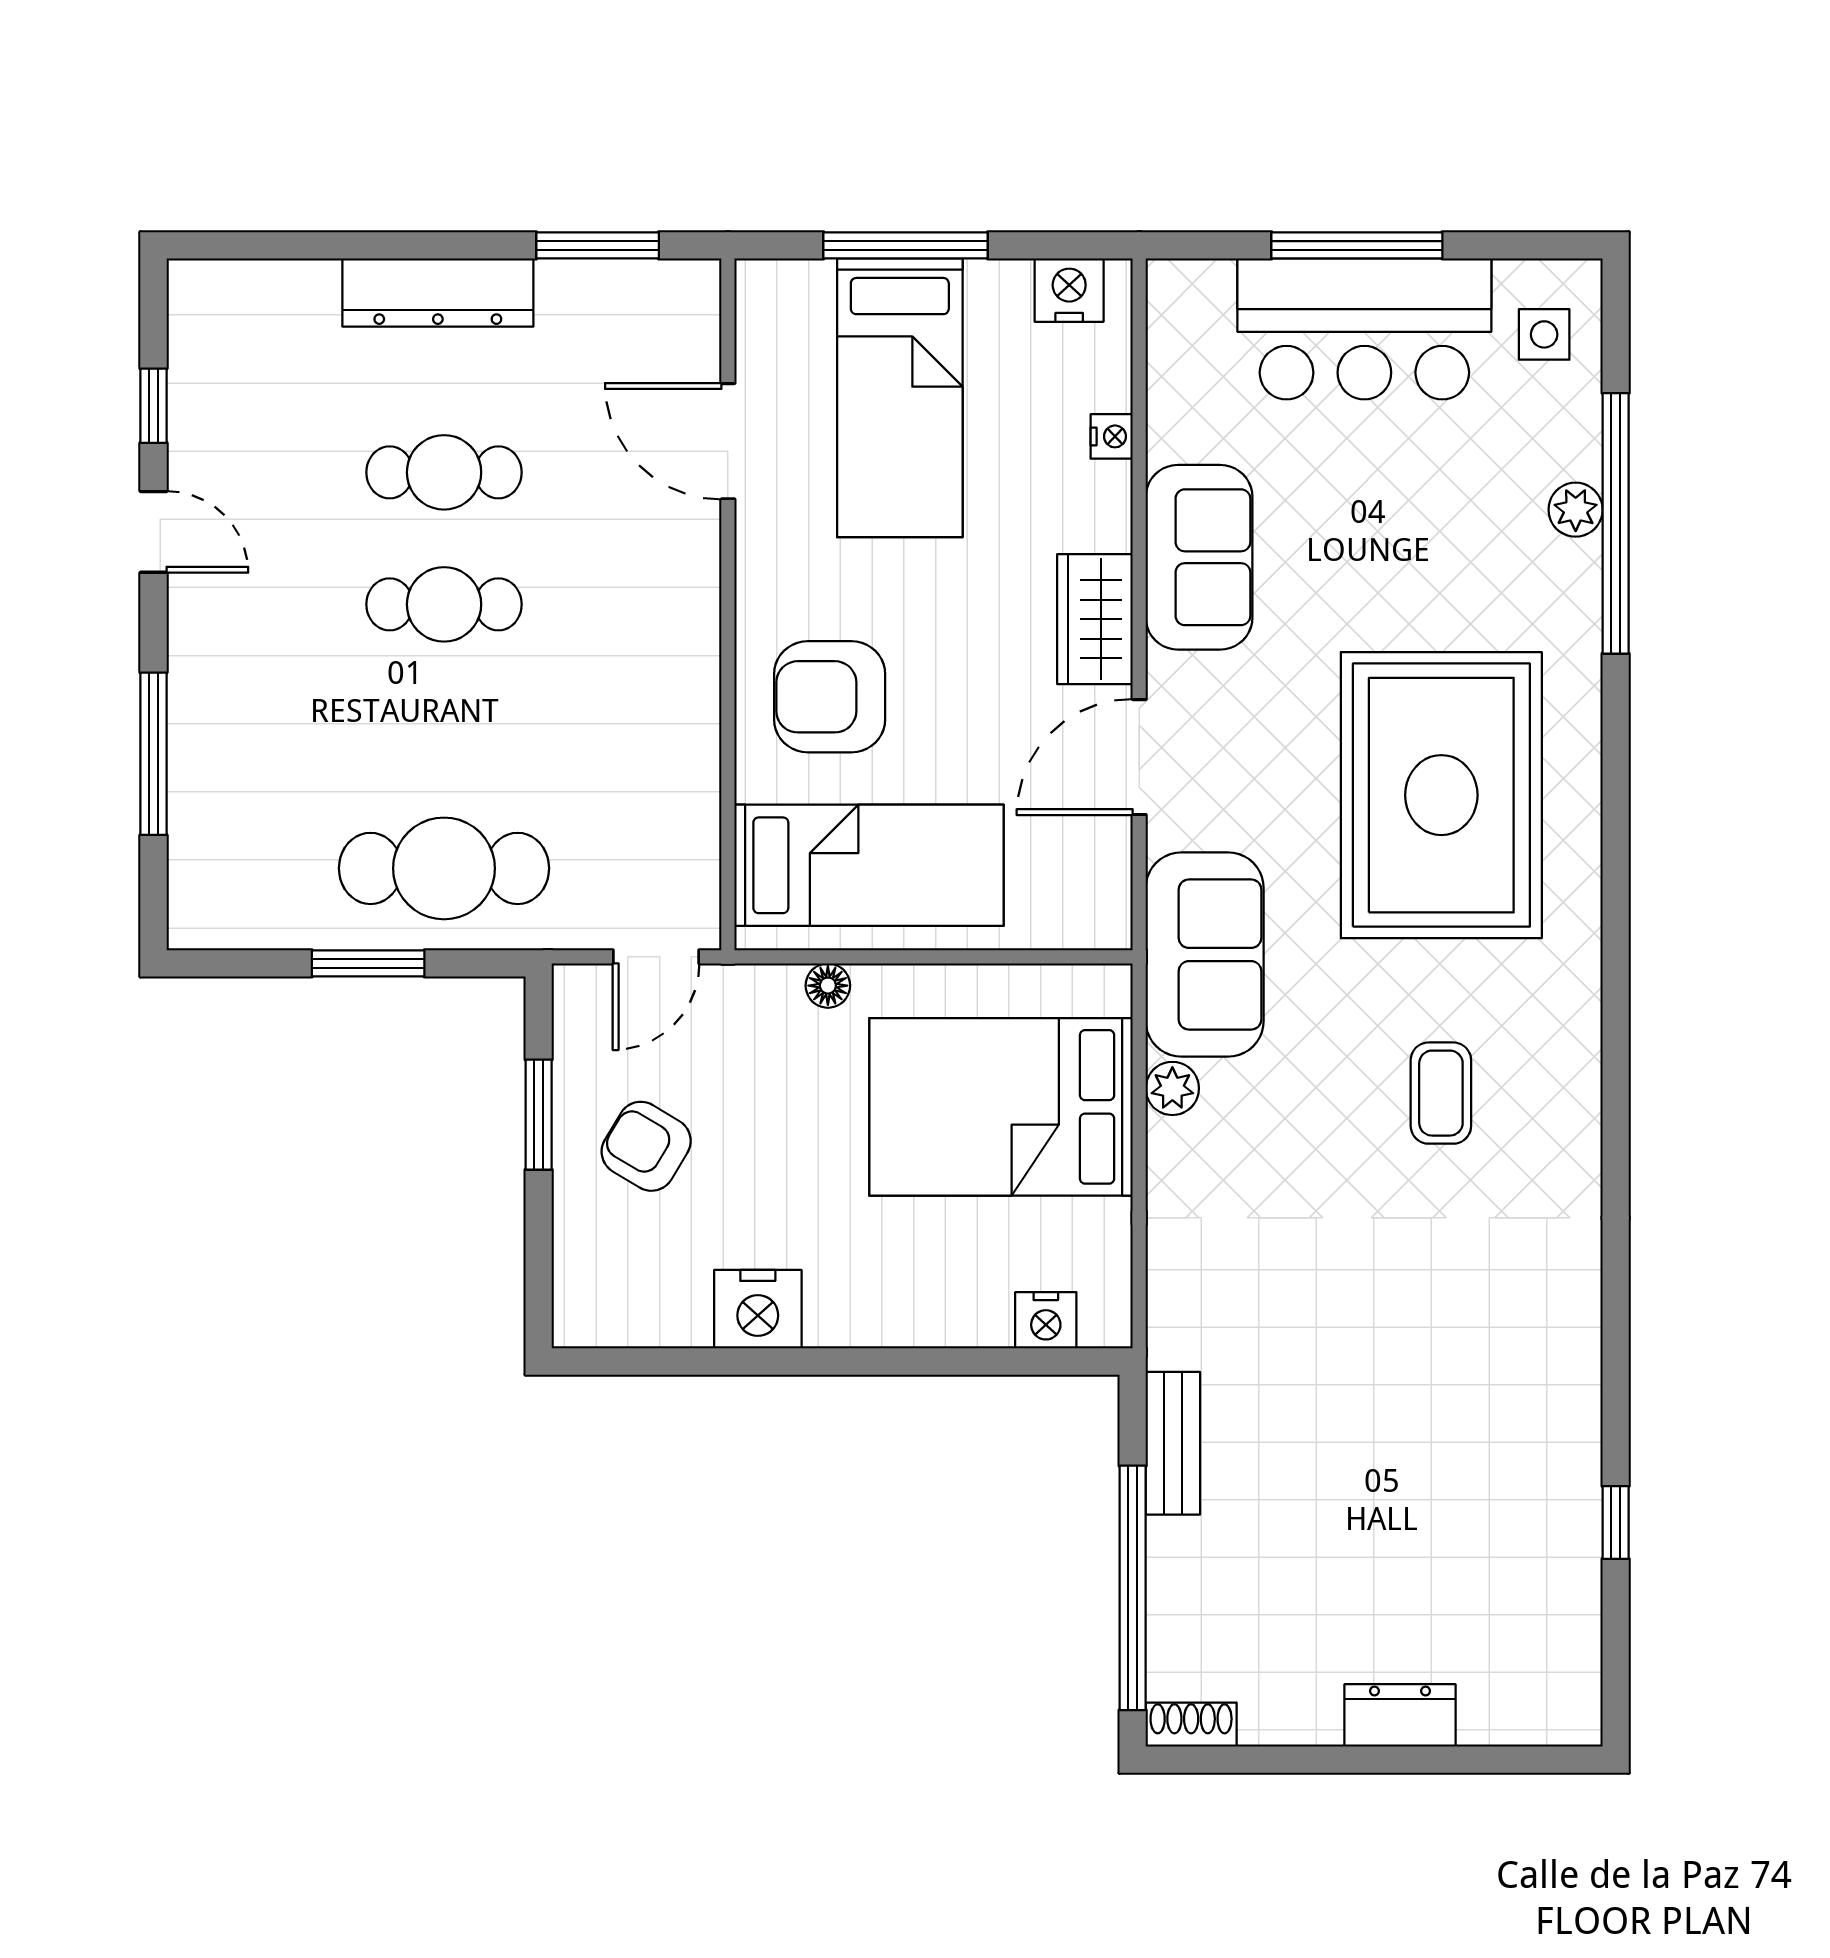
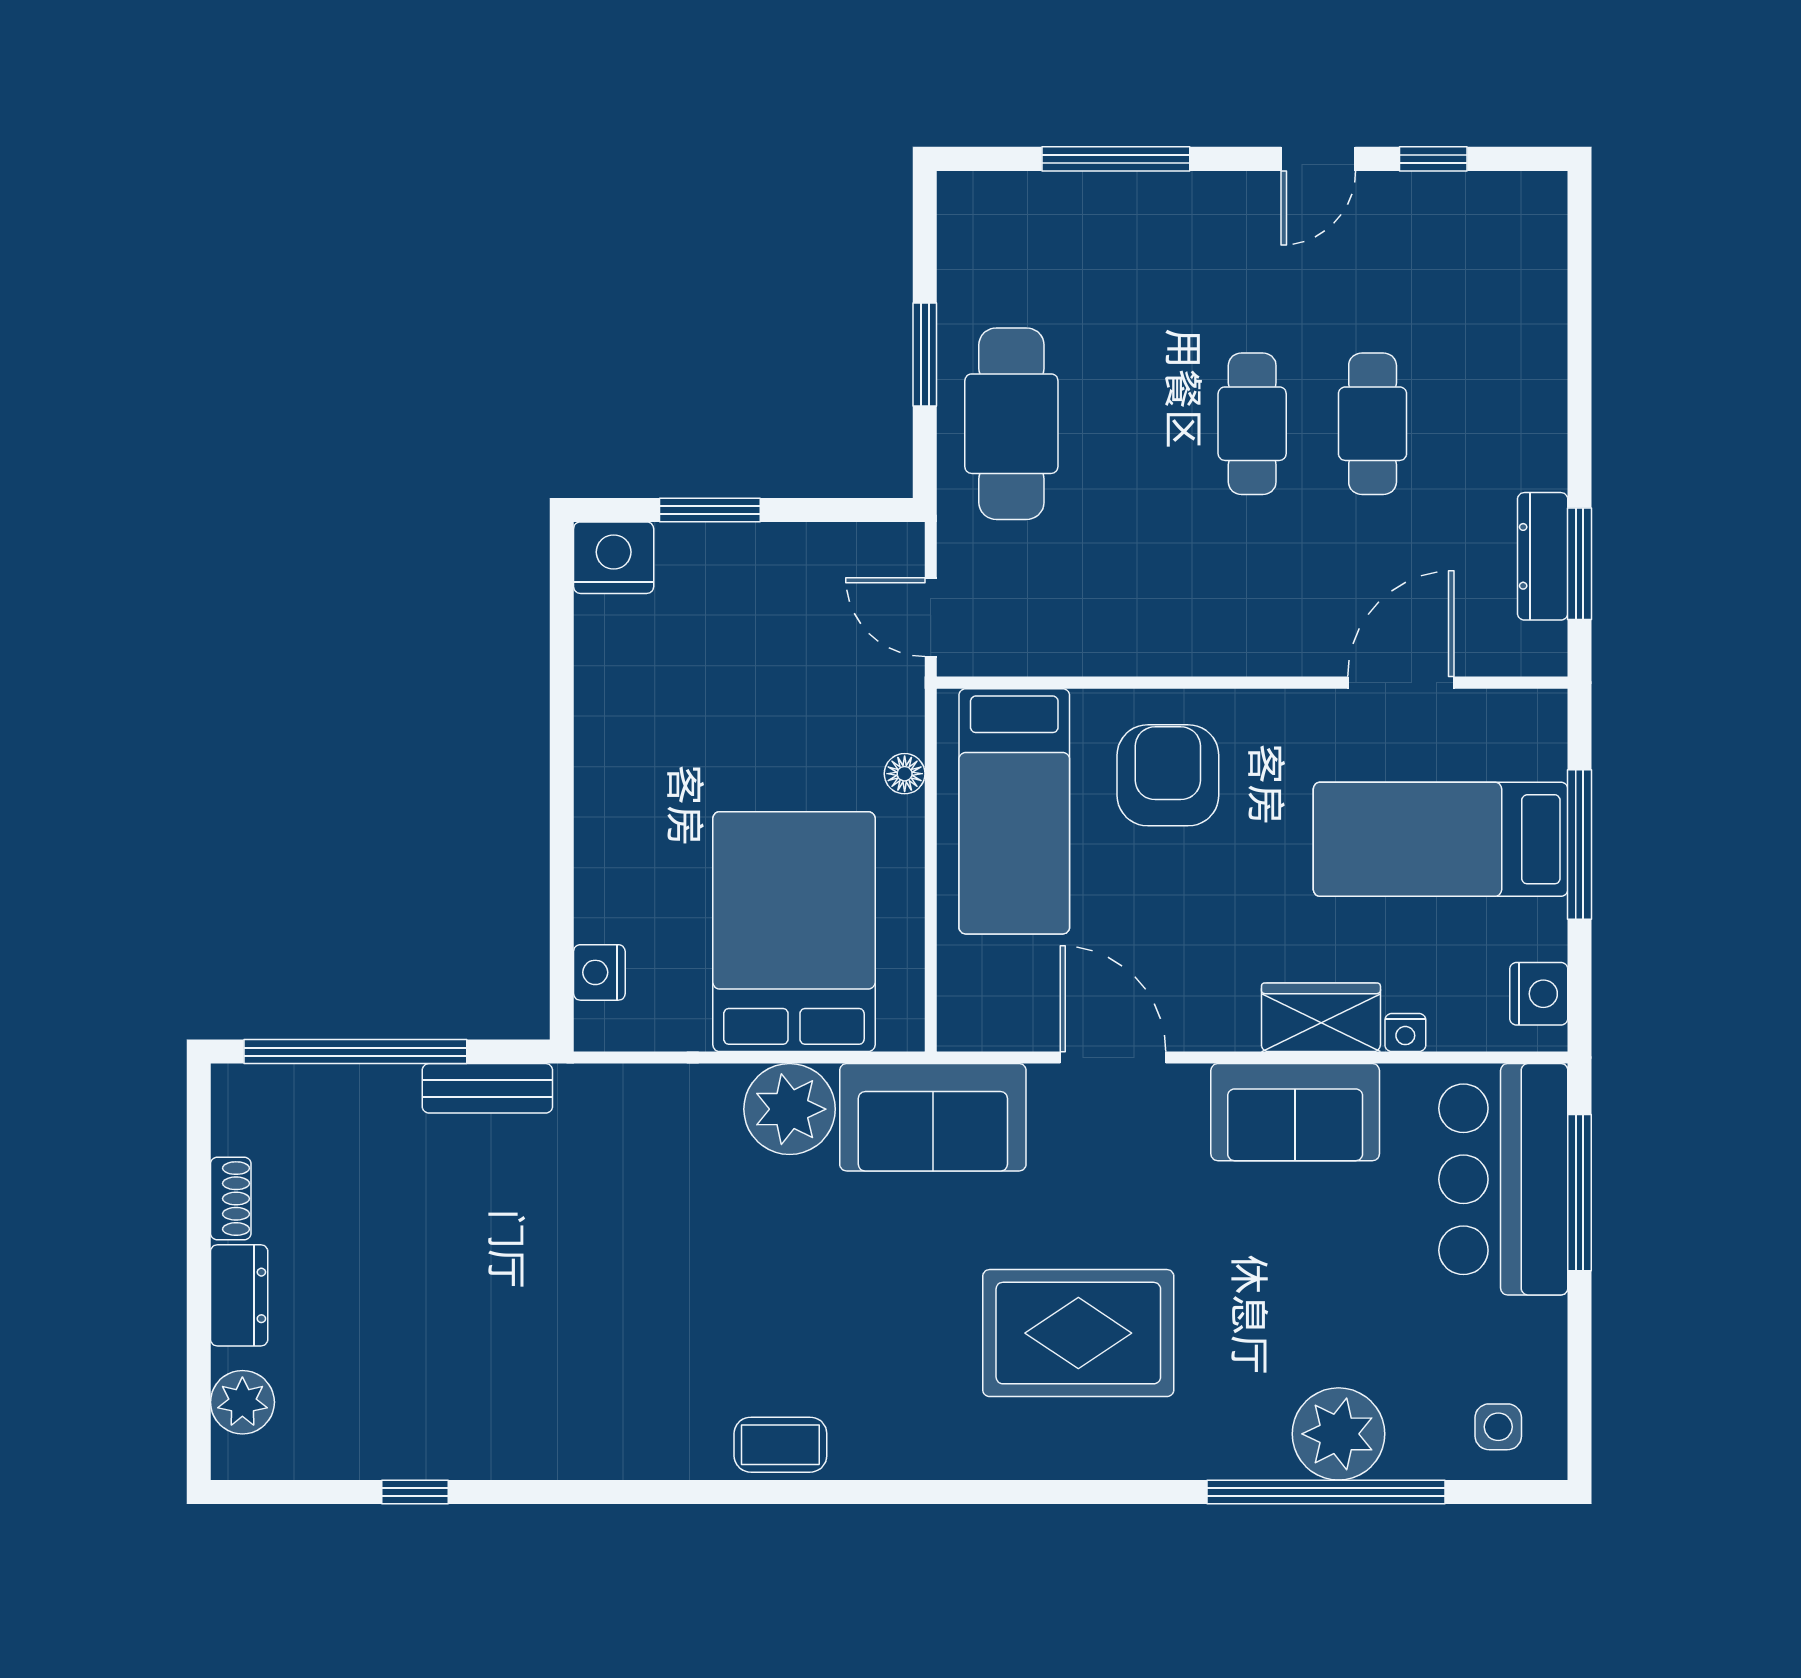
window: (1357, 245) -> (1579, 1193), moved
dresser: (438, 293) -> (1543, 556), moved, width x0.73, depth x0.80
bar counter: (1364, 329) -> (1503, 1179), moved
plant: (1576, 510) -> (1339, 1434), width x1.87, depth x1.87
wardrobe: (1095, 619) -> (1321, 1017), moved
rug: (1441, 795) -> (1078, 1333), width x0.73, depth x0.69
plant: (1172, 1088) -> (790, 1109), width x1.87, depth x1.87
coffee table: (1441, 1093) -> (780, 1445), moved
window: (539, 1115) -> (710, 510), moved
armchair: (646, 1146) -> (758, 608), removed
nightstand: (758, 1309) -> (614, 558), moved, turned 90
plant: (1517, 1712) -> (242, 1402), added
shoe rack: (1191, 1725) -> (231, 1199), moved

